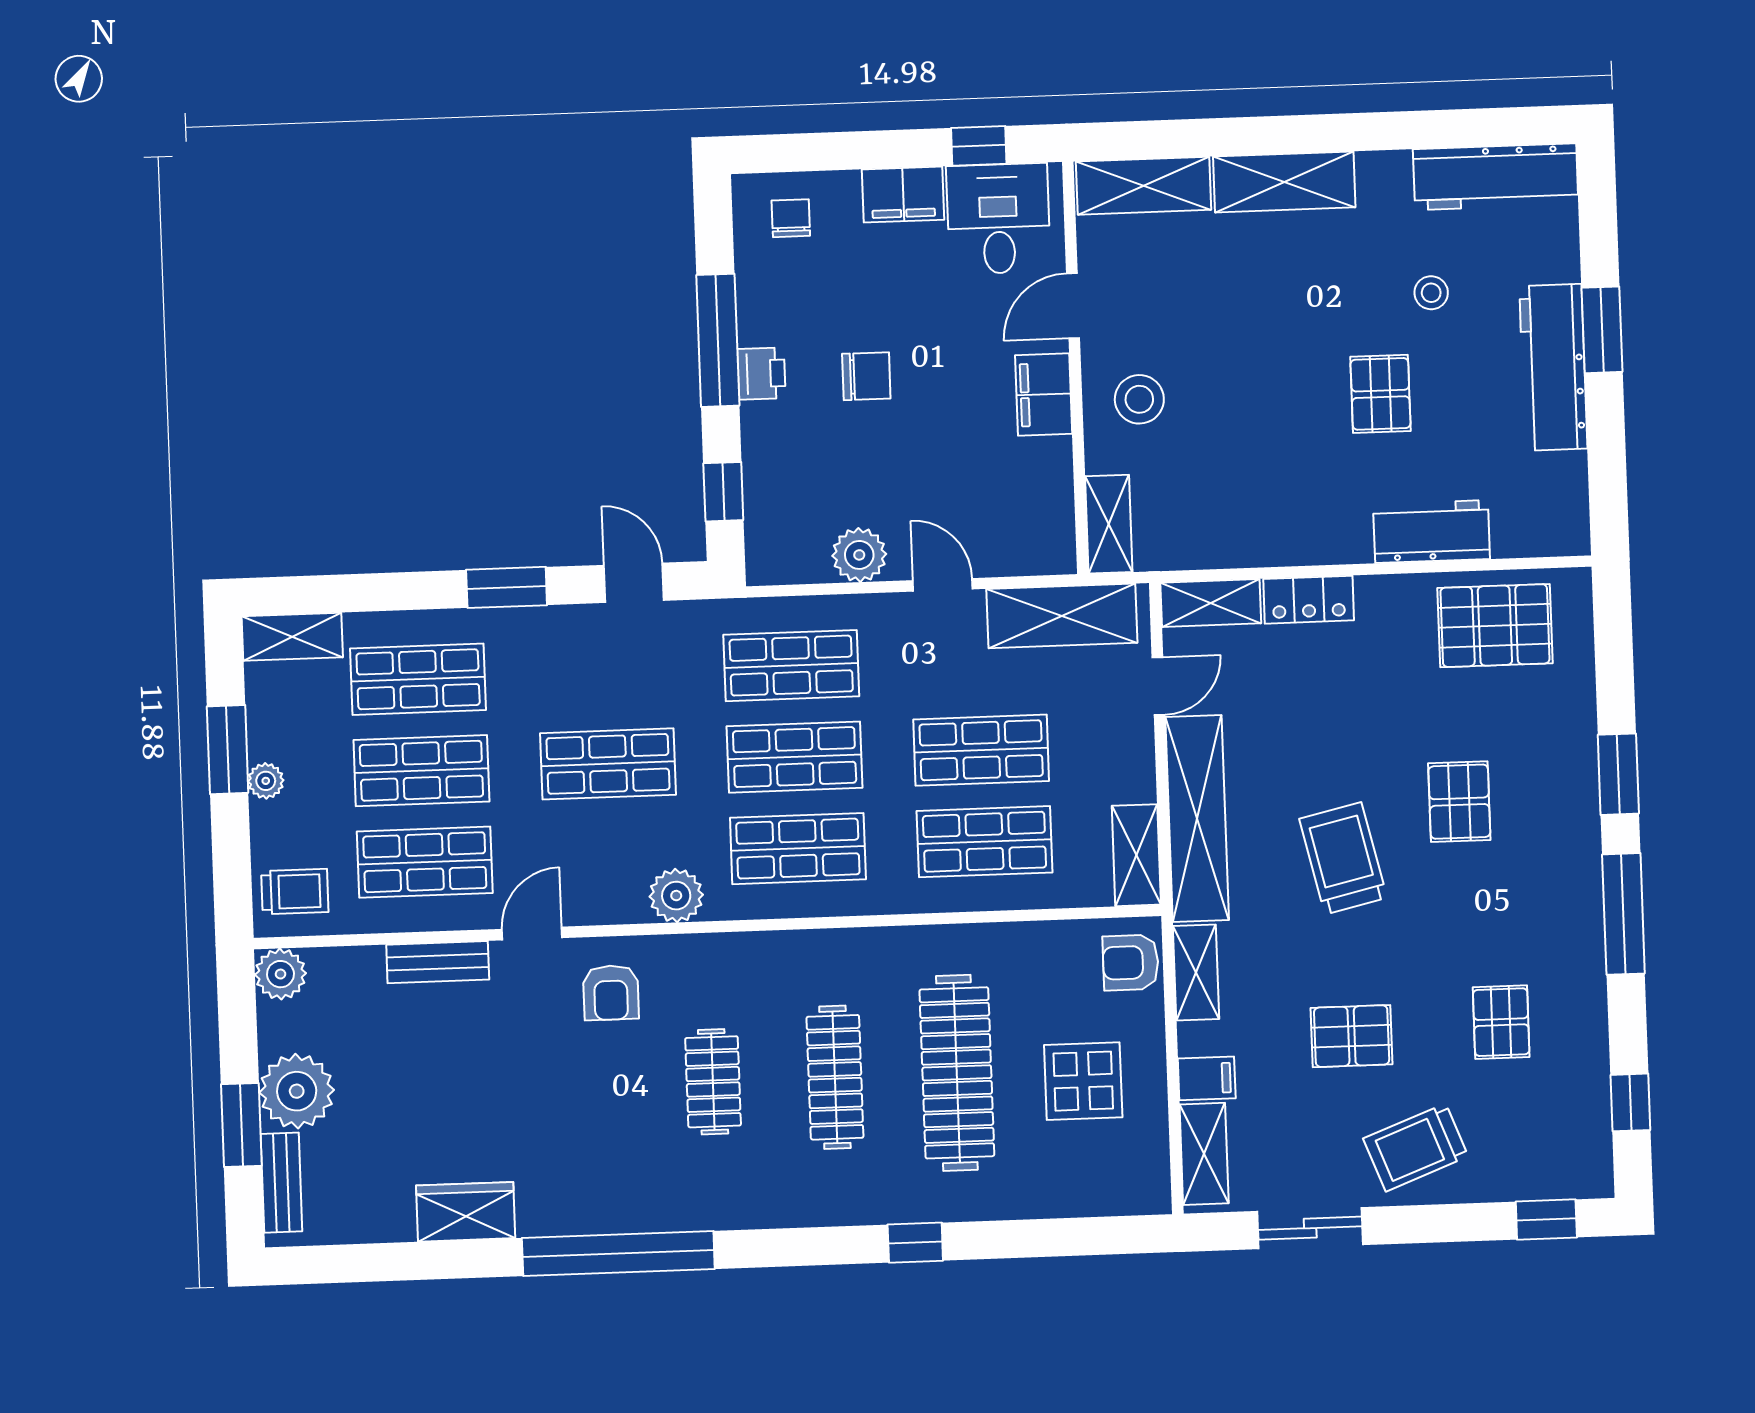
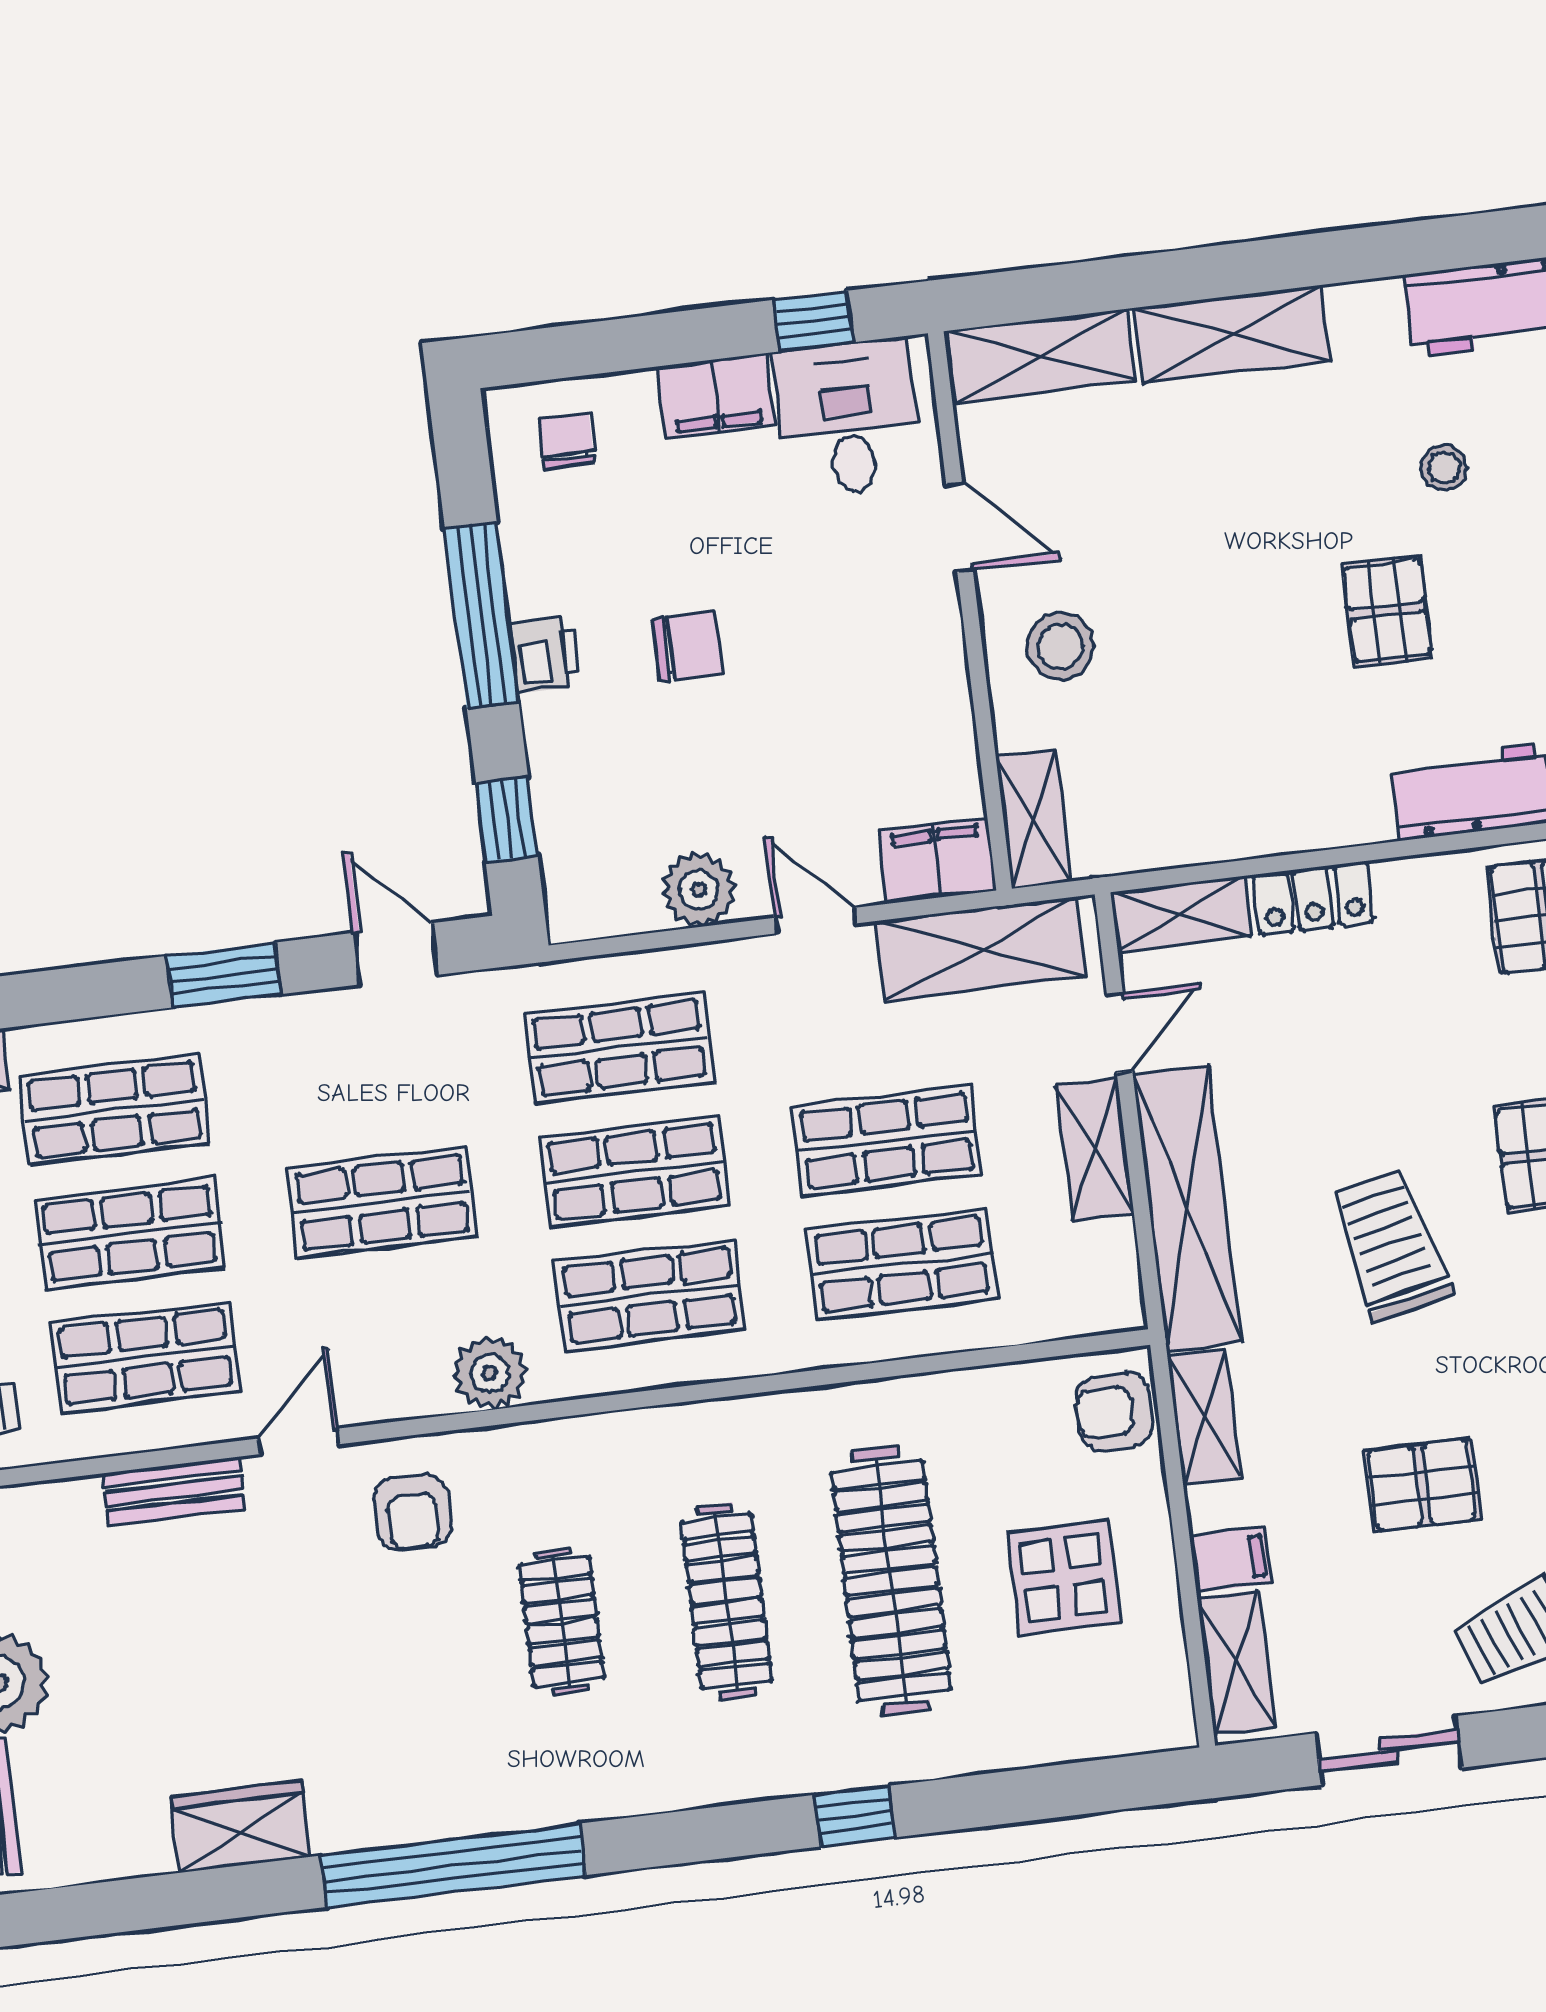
door: (1073, 306) -> (960, 527), swing flipped
filing cabinet: (1044, 395) -> (937, 861), moved, turned 90
shelving: (1136, 855) -> (1095, 1150), moved

